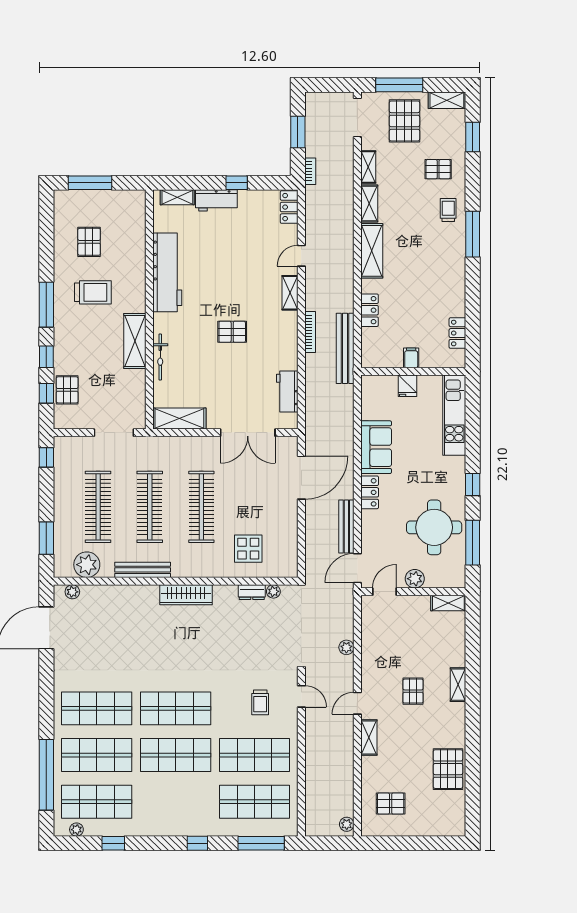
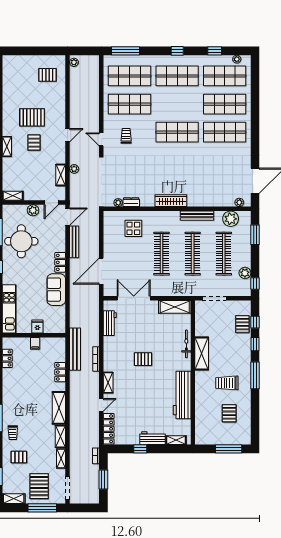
locker: (289, 207) -> (109, 429), width x1.53
plant: (63, 475) -> (245, 273), added
shelving: (369, 737) -> (61, 175), moved
shop shelf: (176, 755) -> (177, 76), moved
pallet: (448, 769) -> (32, 117), moved, turned 90
window: (46, 775) -> (255, 92), removed
window: (197, 843) -> (177, 51), moved

